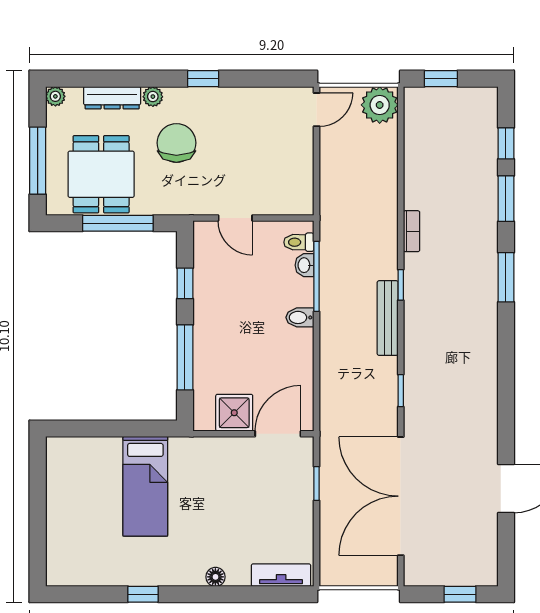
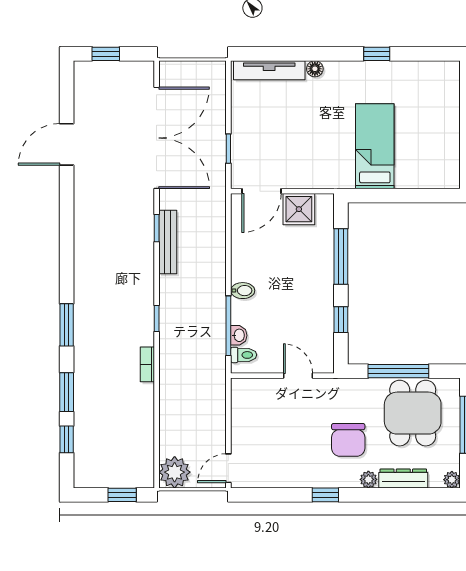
bench: (388, 318) -> (168, 242), moved
tv unit: (281, 575) -> (269, 70), width x1.41

